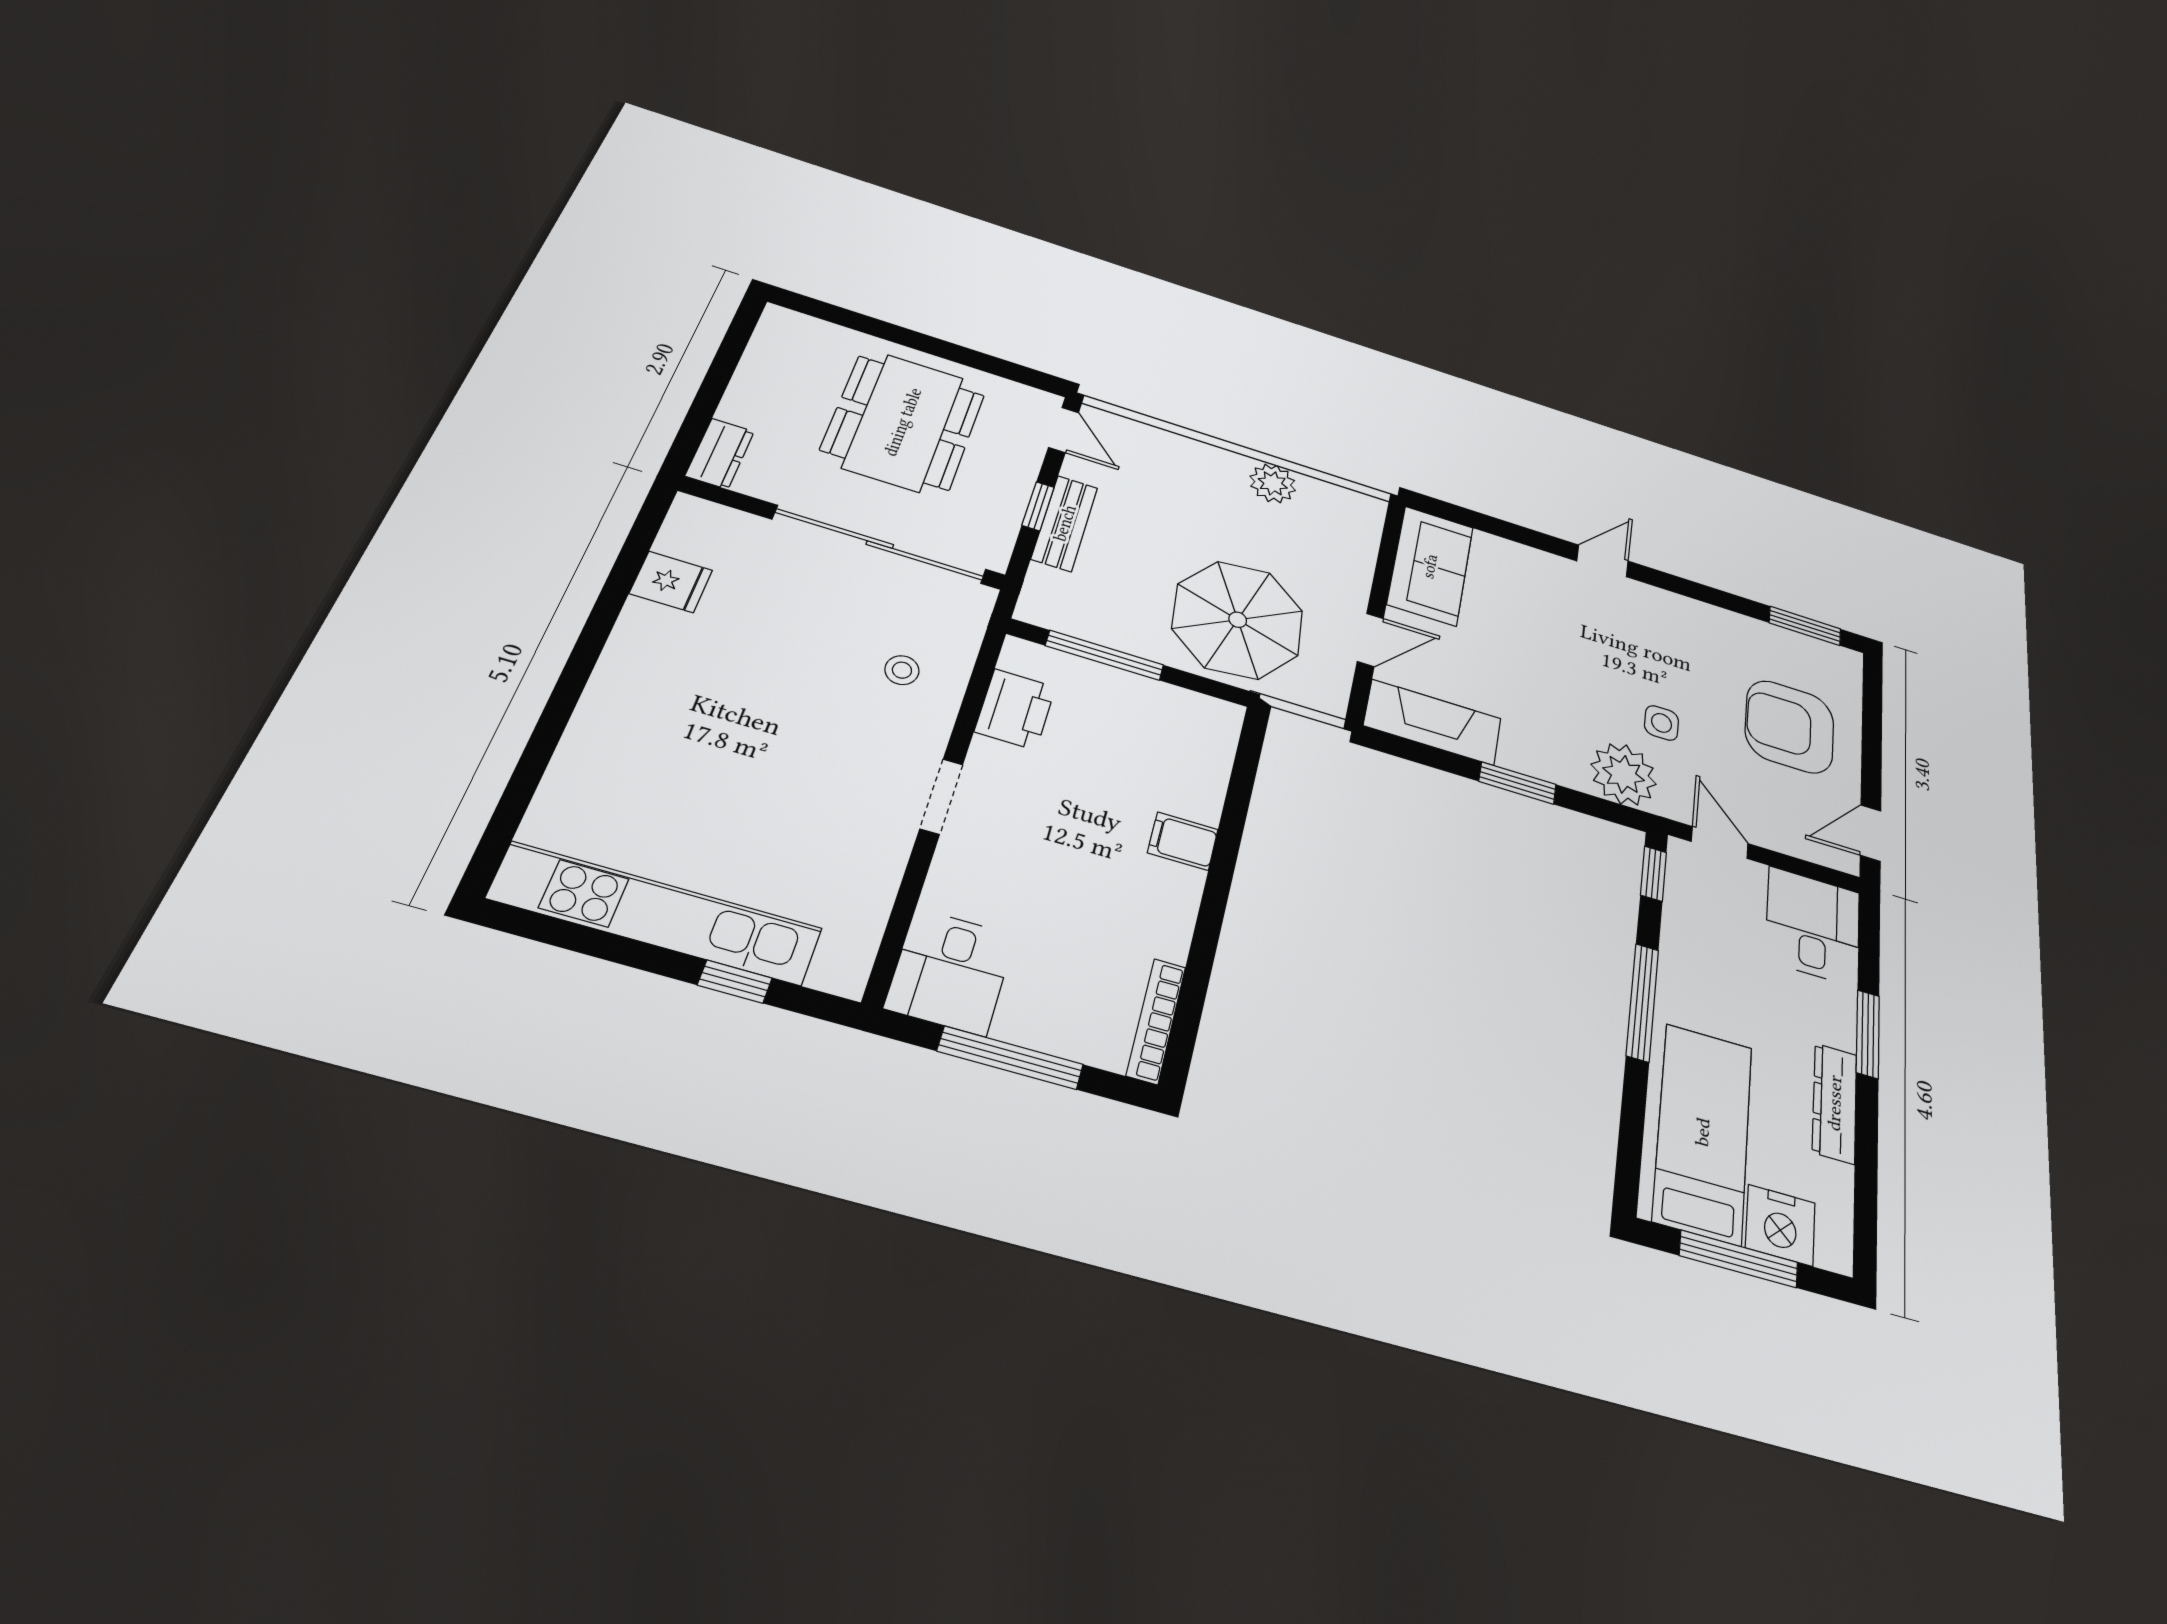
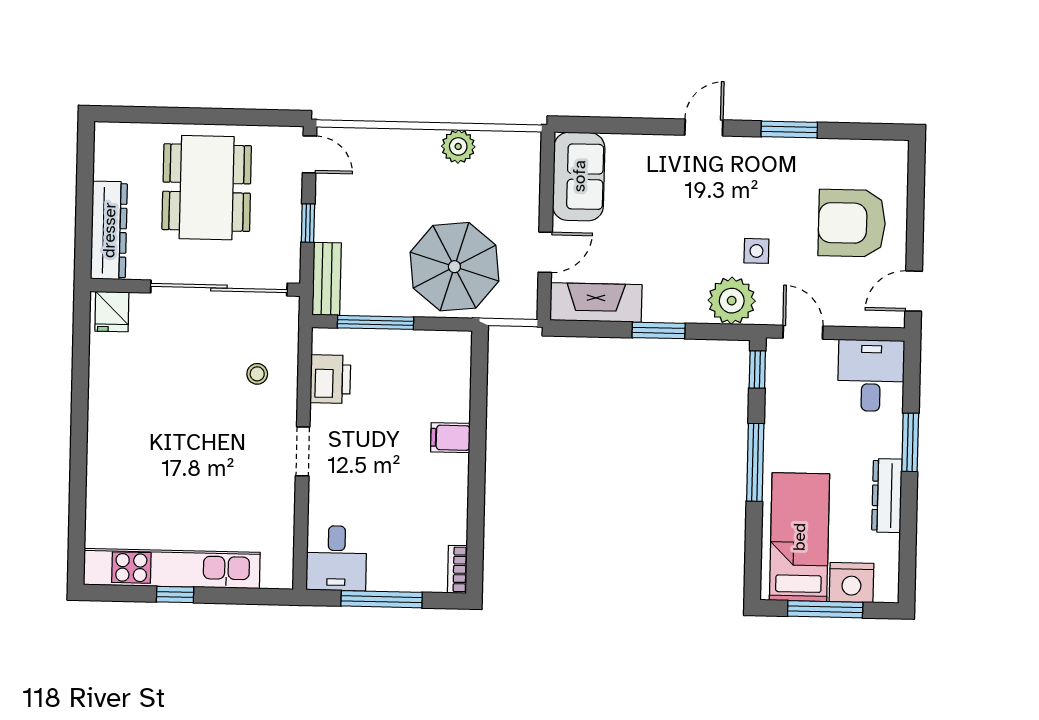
dresser: (720, 454) -> (109, 230), width x1.96, depth x1.24
bench: (1065, 523) -> (327, 279), moved
fridge: (671, 582) -> (112, 312), moved, turned 90
window: (1805, 626) -> (789, 129), moved
window: (735, 982) -> (175, 594), moved
bookcase: (1156, 1021) -> (457, 569), width x0.64

